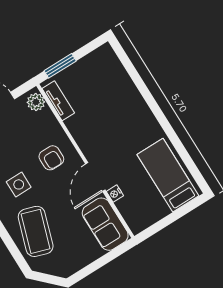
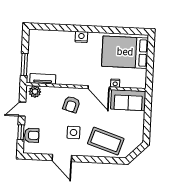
nightstand: (143, 112) -> (81, 37), added
armchair: (51, 158) -> (71, 104), turned 106
bed: (168, 175) -> (125, 52), width x1.50

